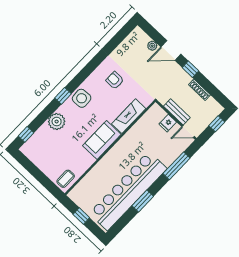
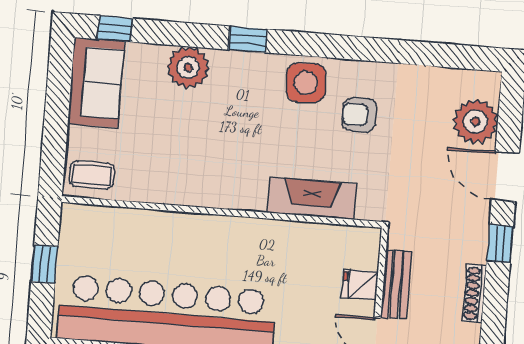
plant: (152, 46) -> (476, 122), width x1.88, depth x1.88
armchair: (115, 80) -> (359, 115), turned -90
side table: (82, 98) -> (306, 83), moved
sofa: (102, 140) -> (96, 82), moved, turned 90

